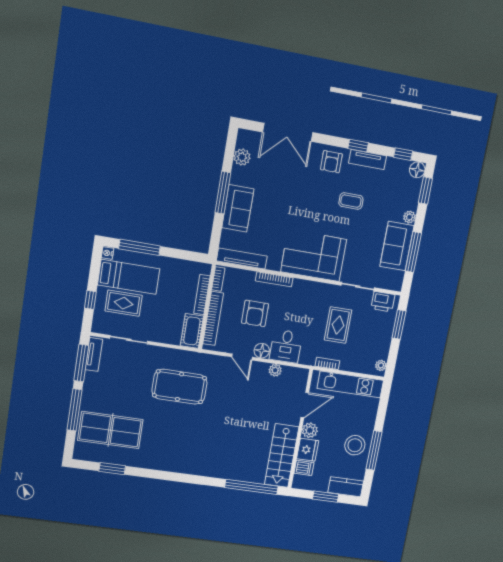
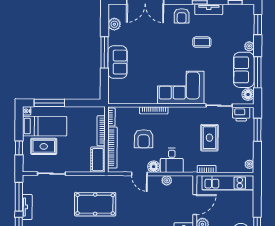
floor lamp: (417, 170) -> (248, 95), moved
tv unit: (242, 259) -> (127, 99), removed
tv unit: (94, 355) -> (27, 207), moved

